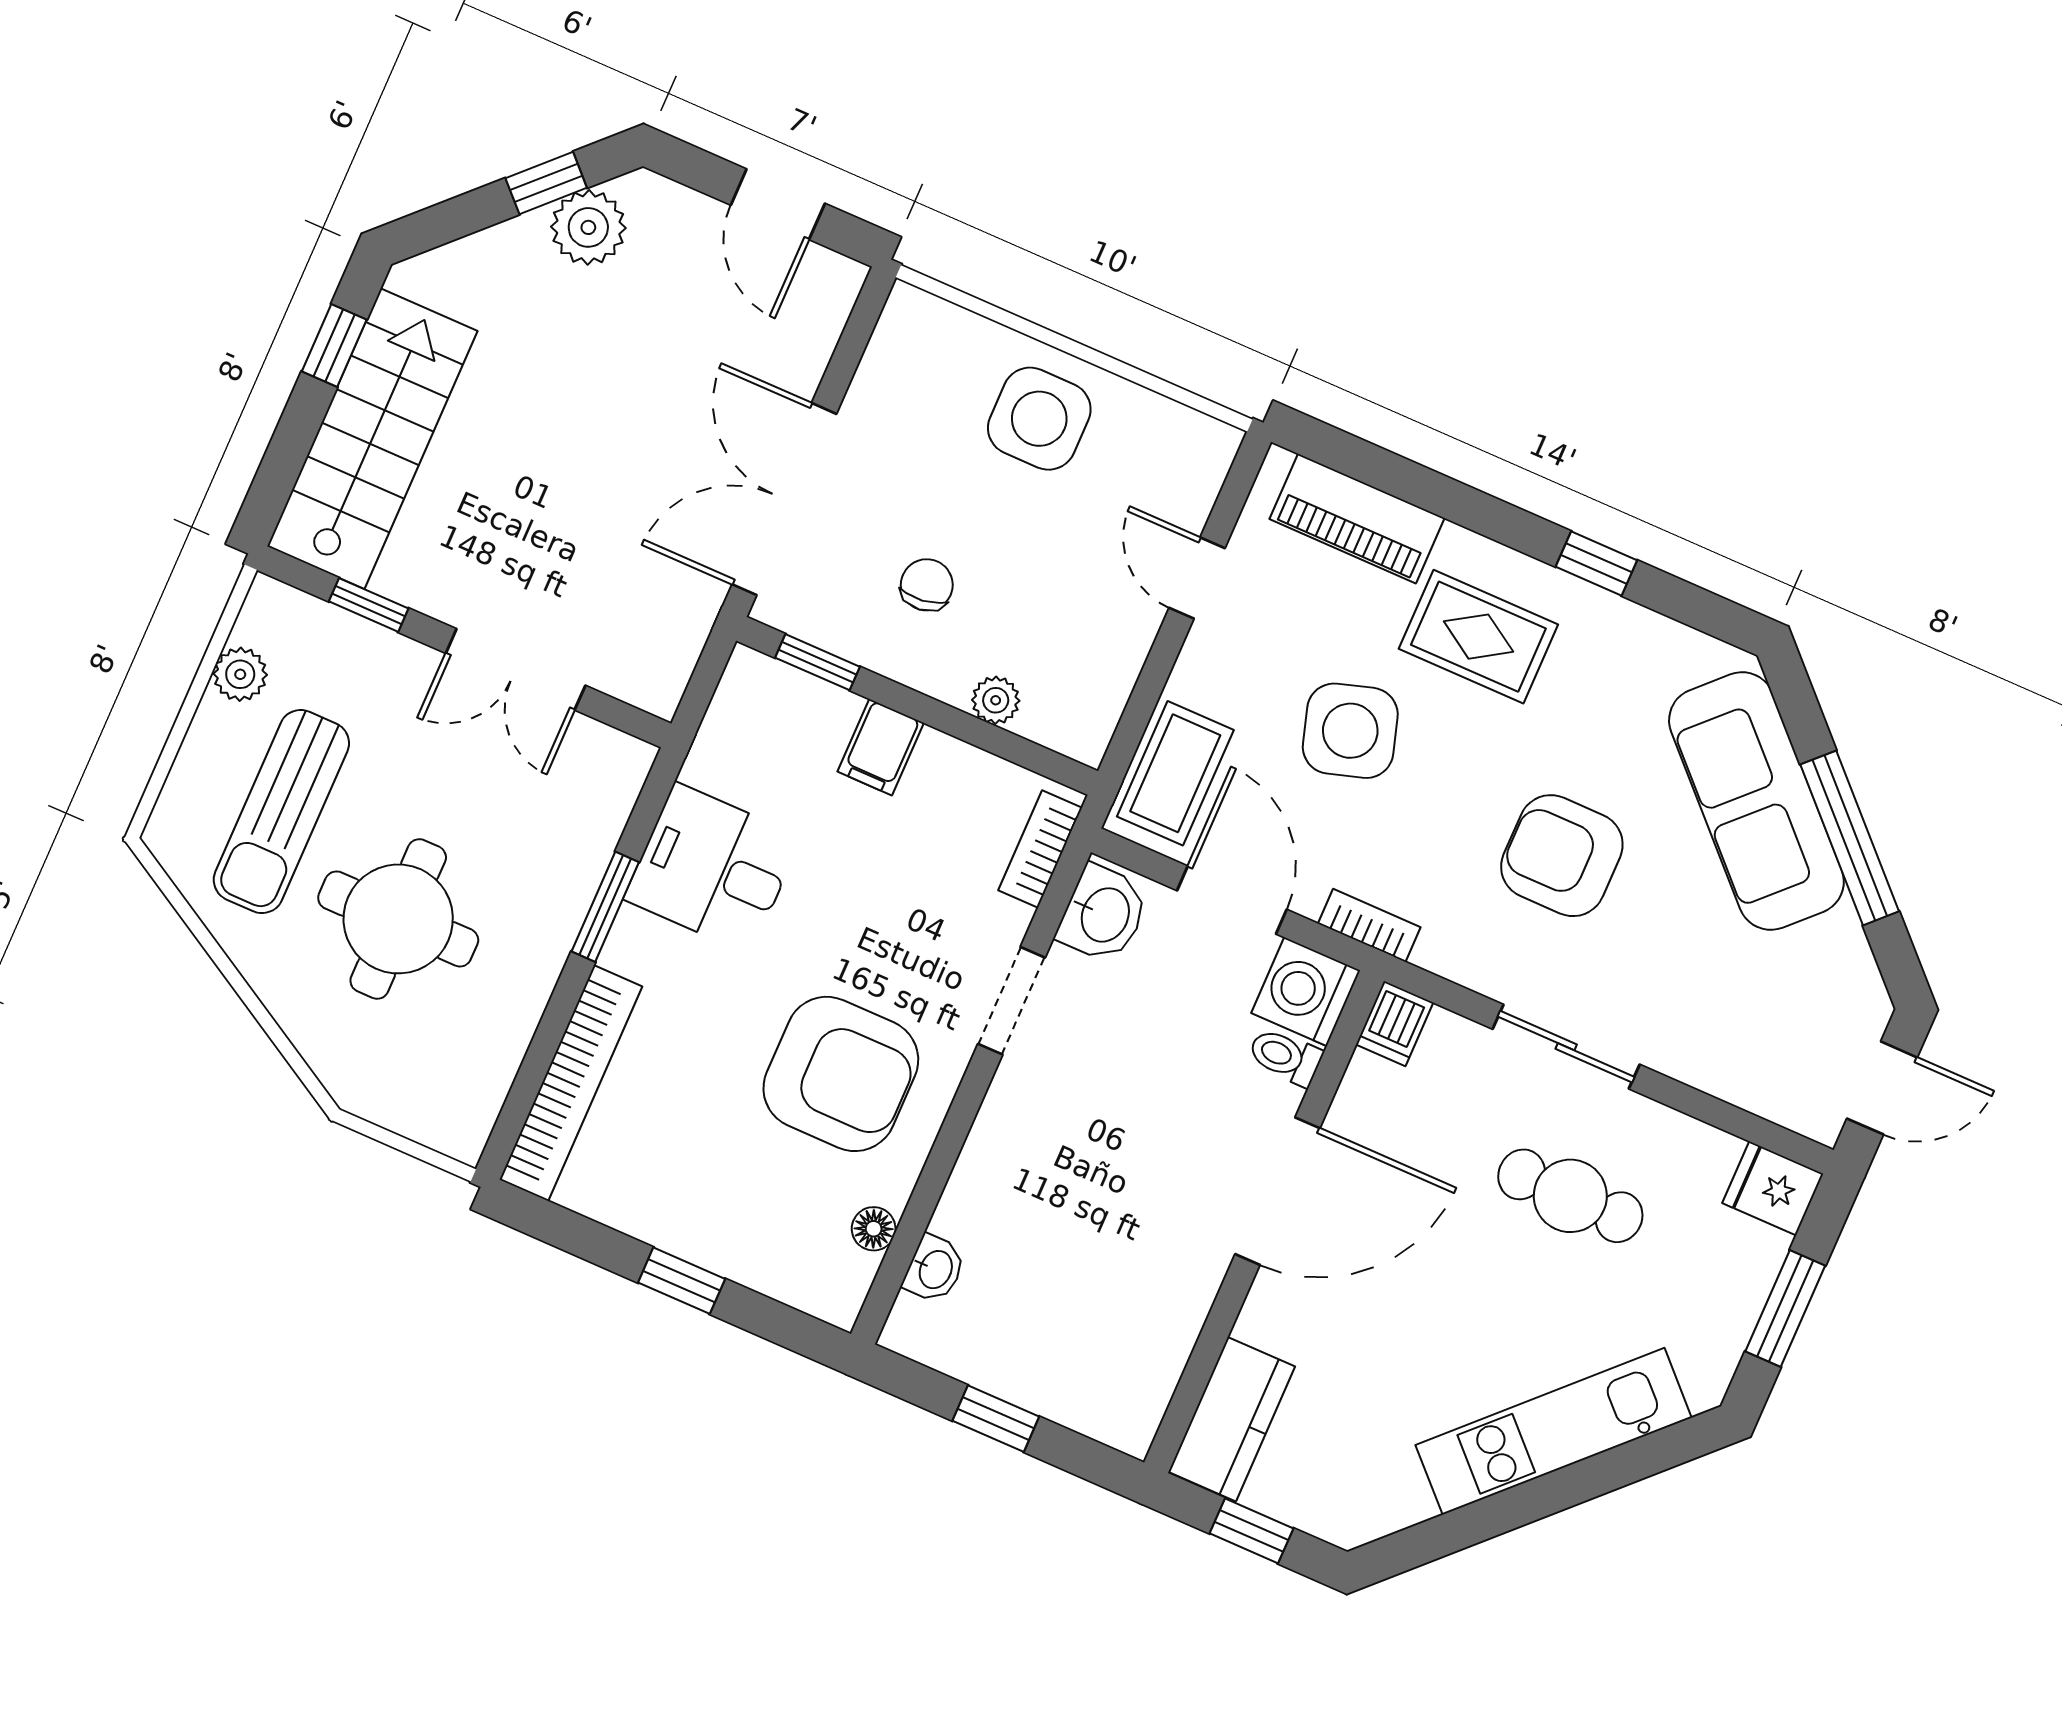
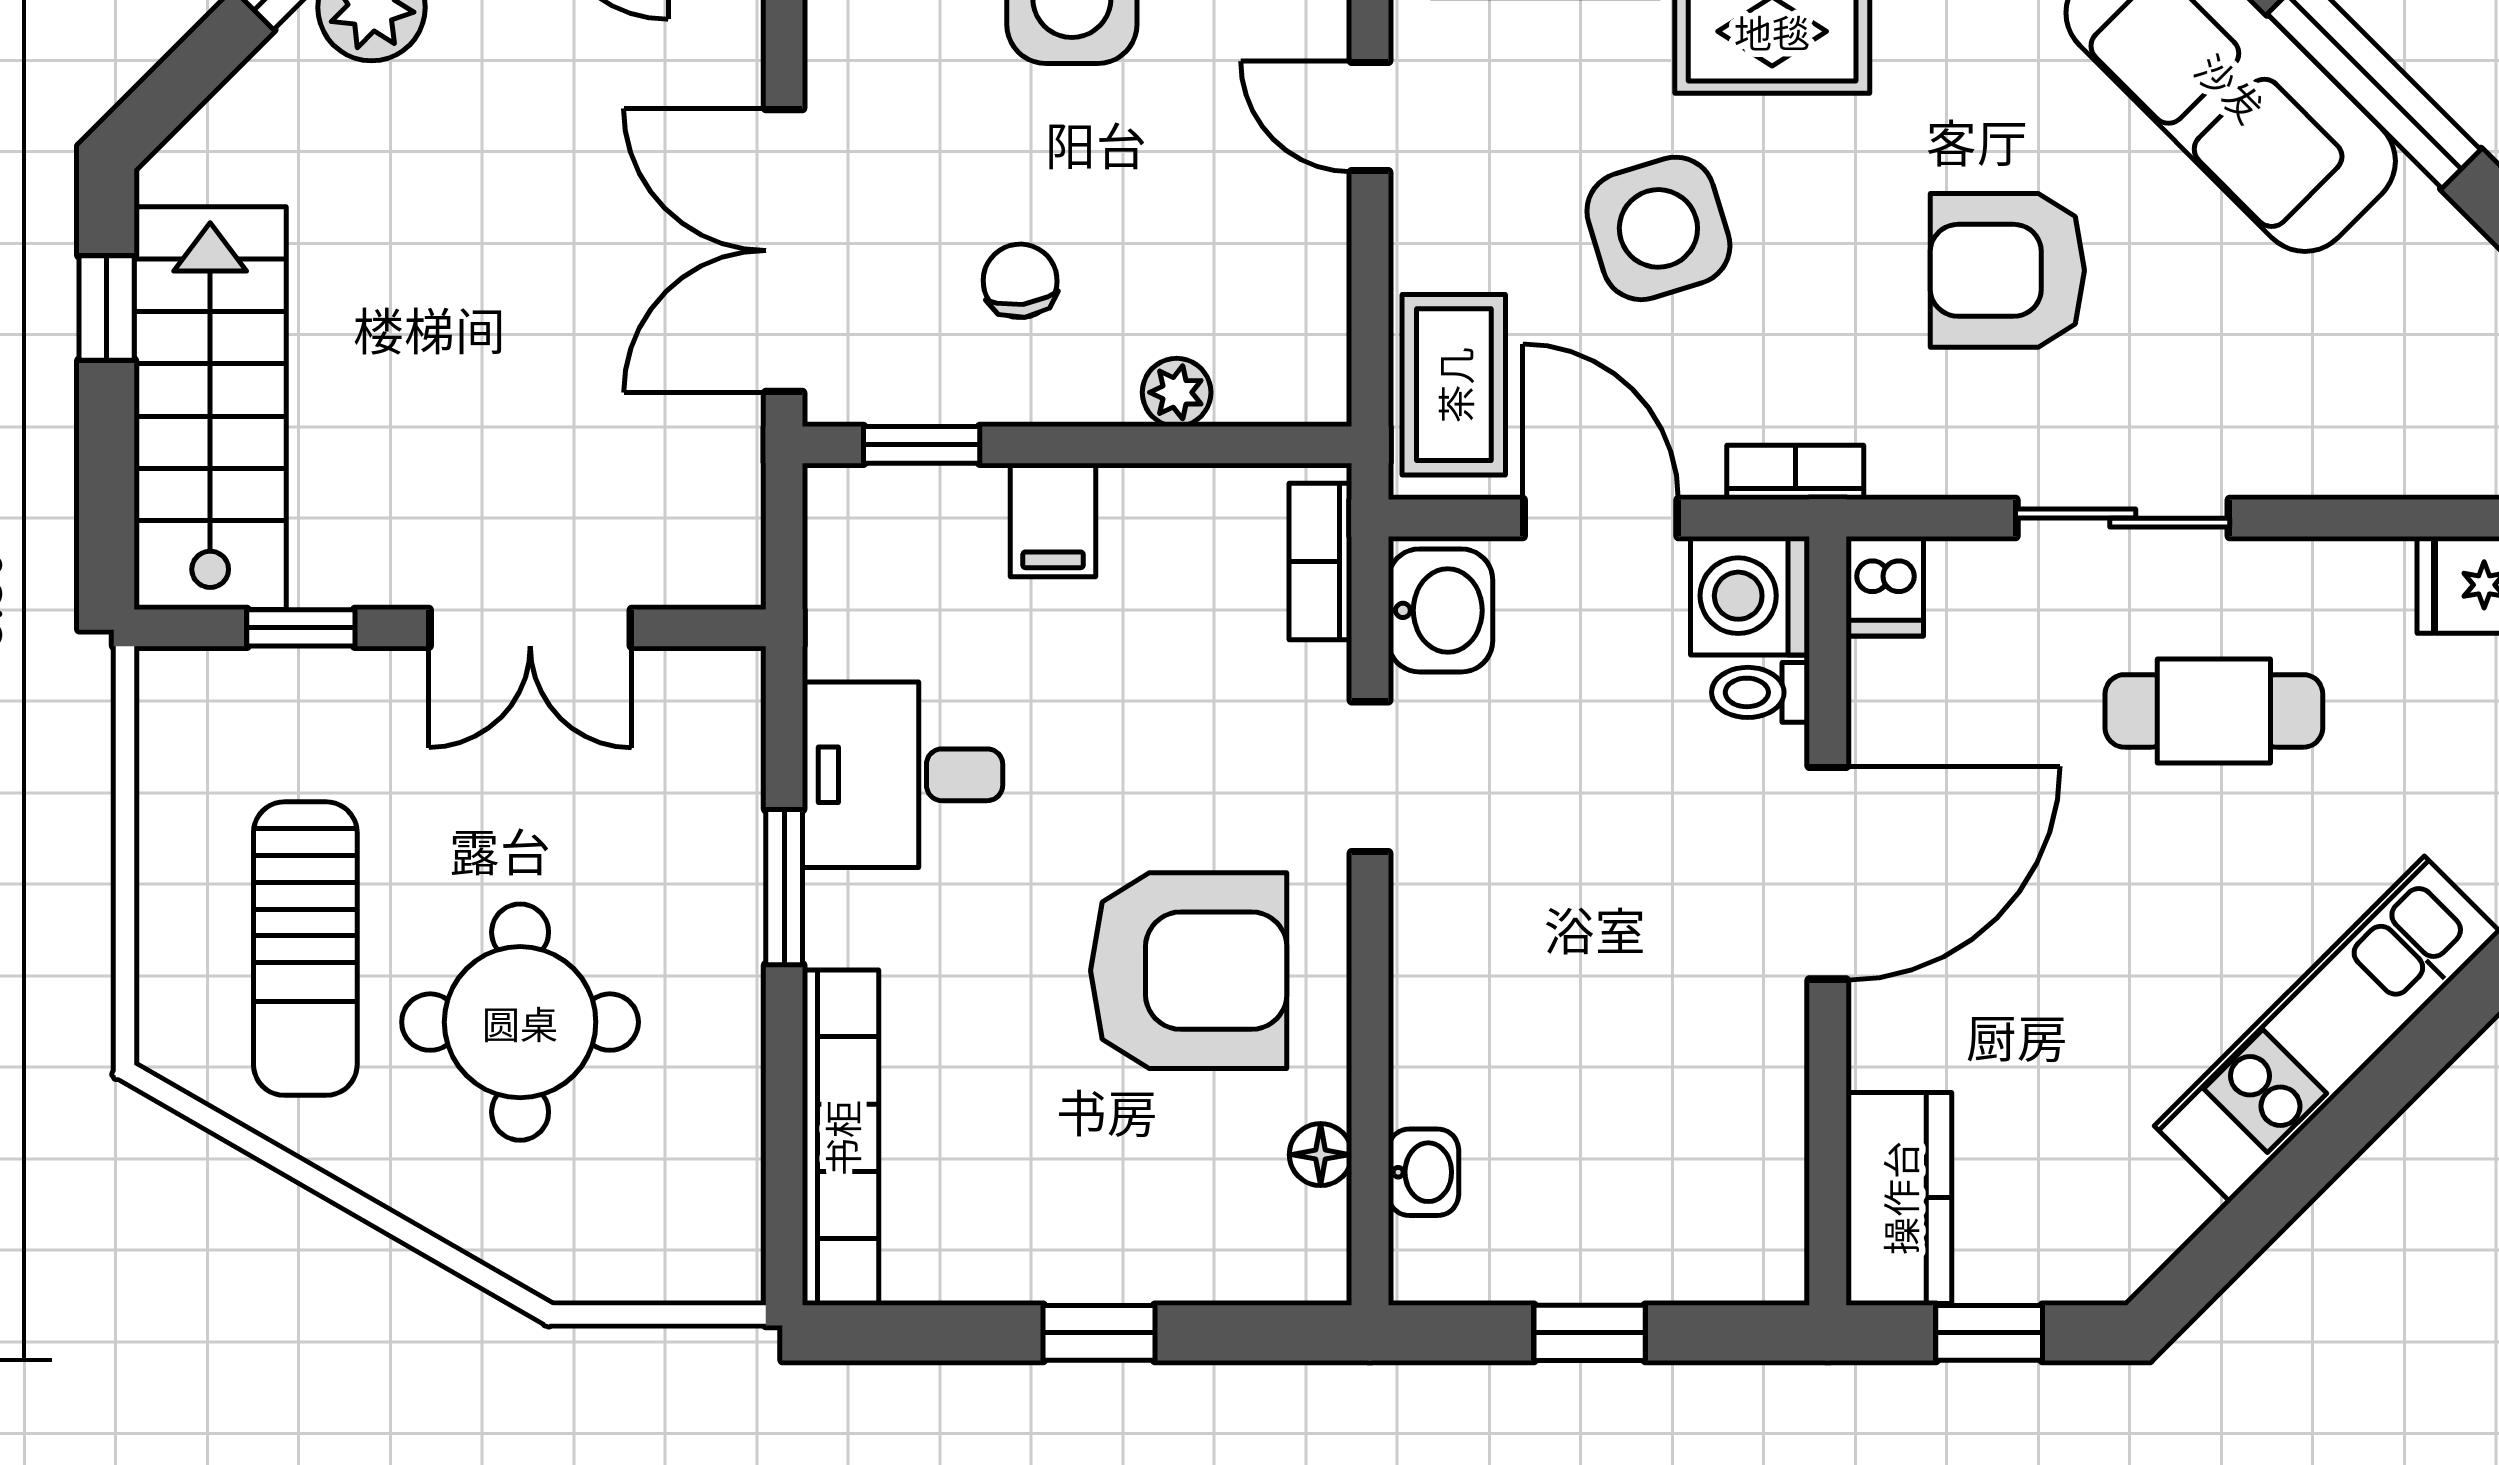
plant: (240, 674) -> (173, 793), removed

